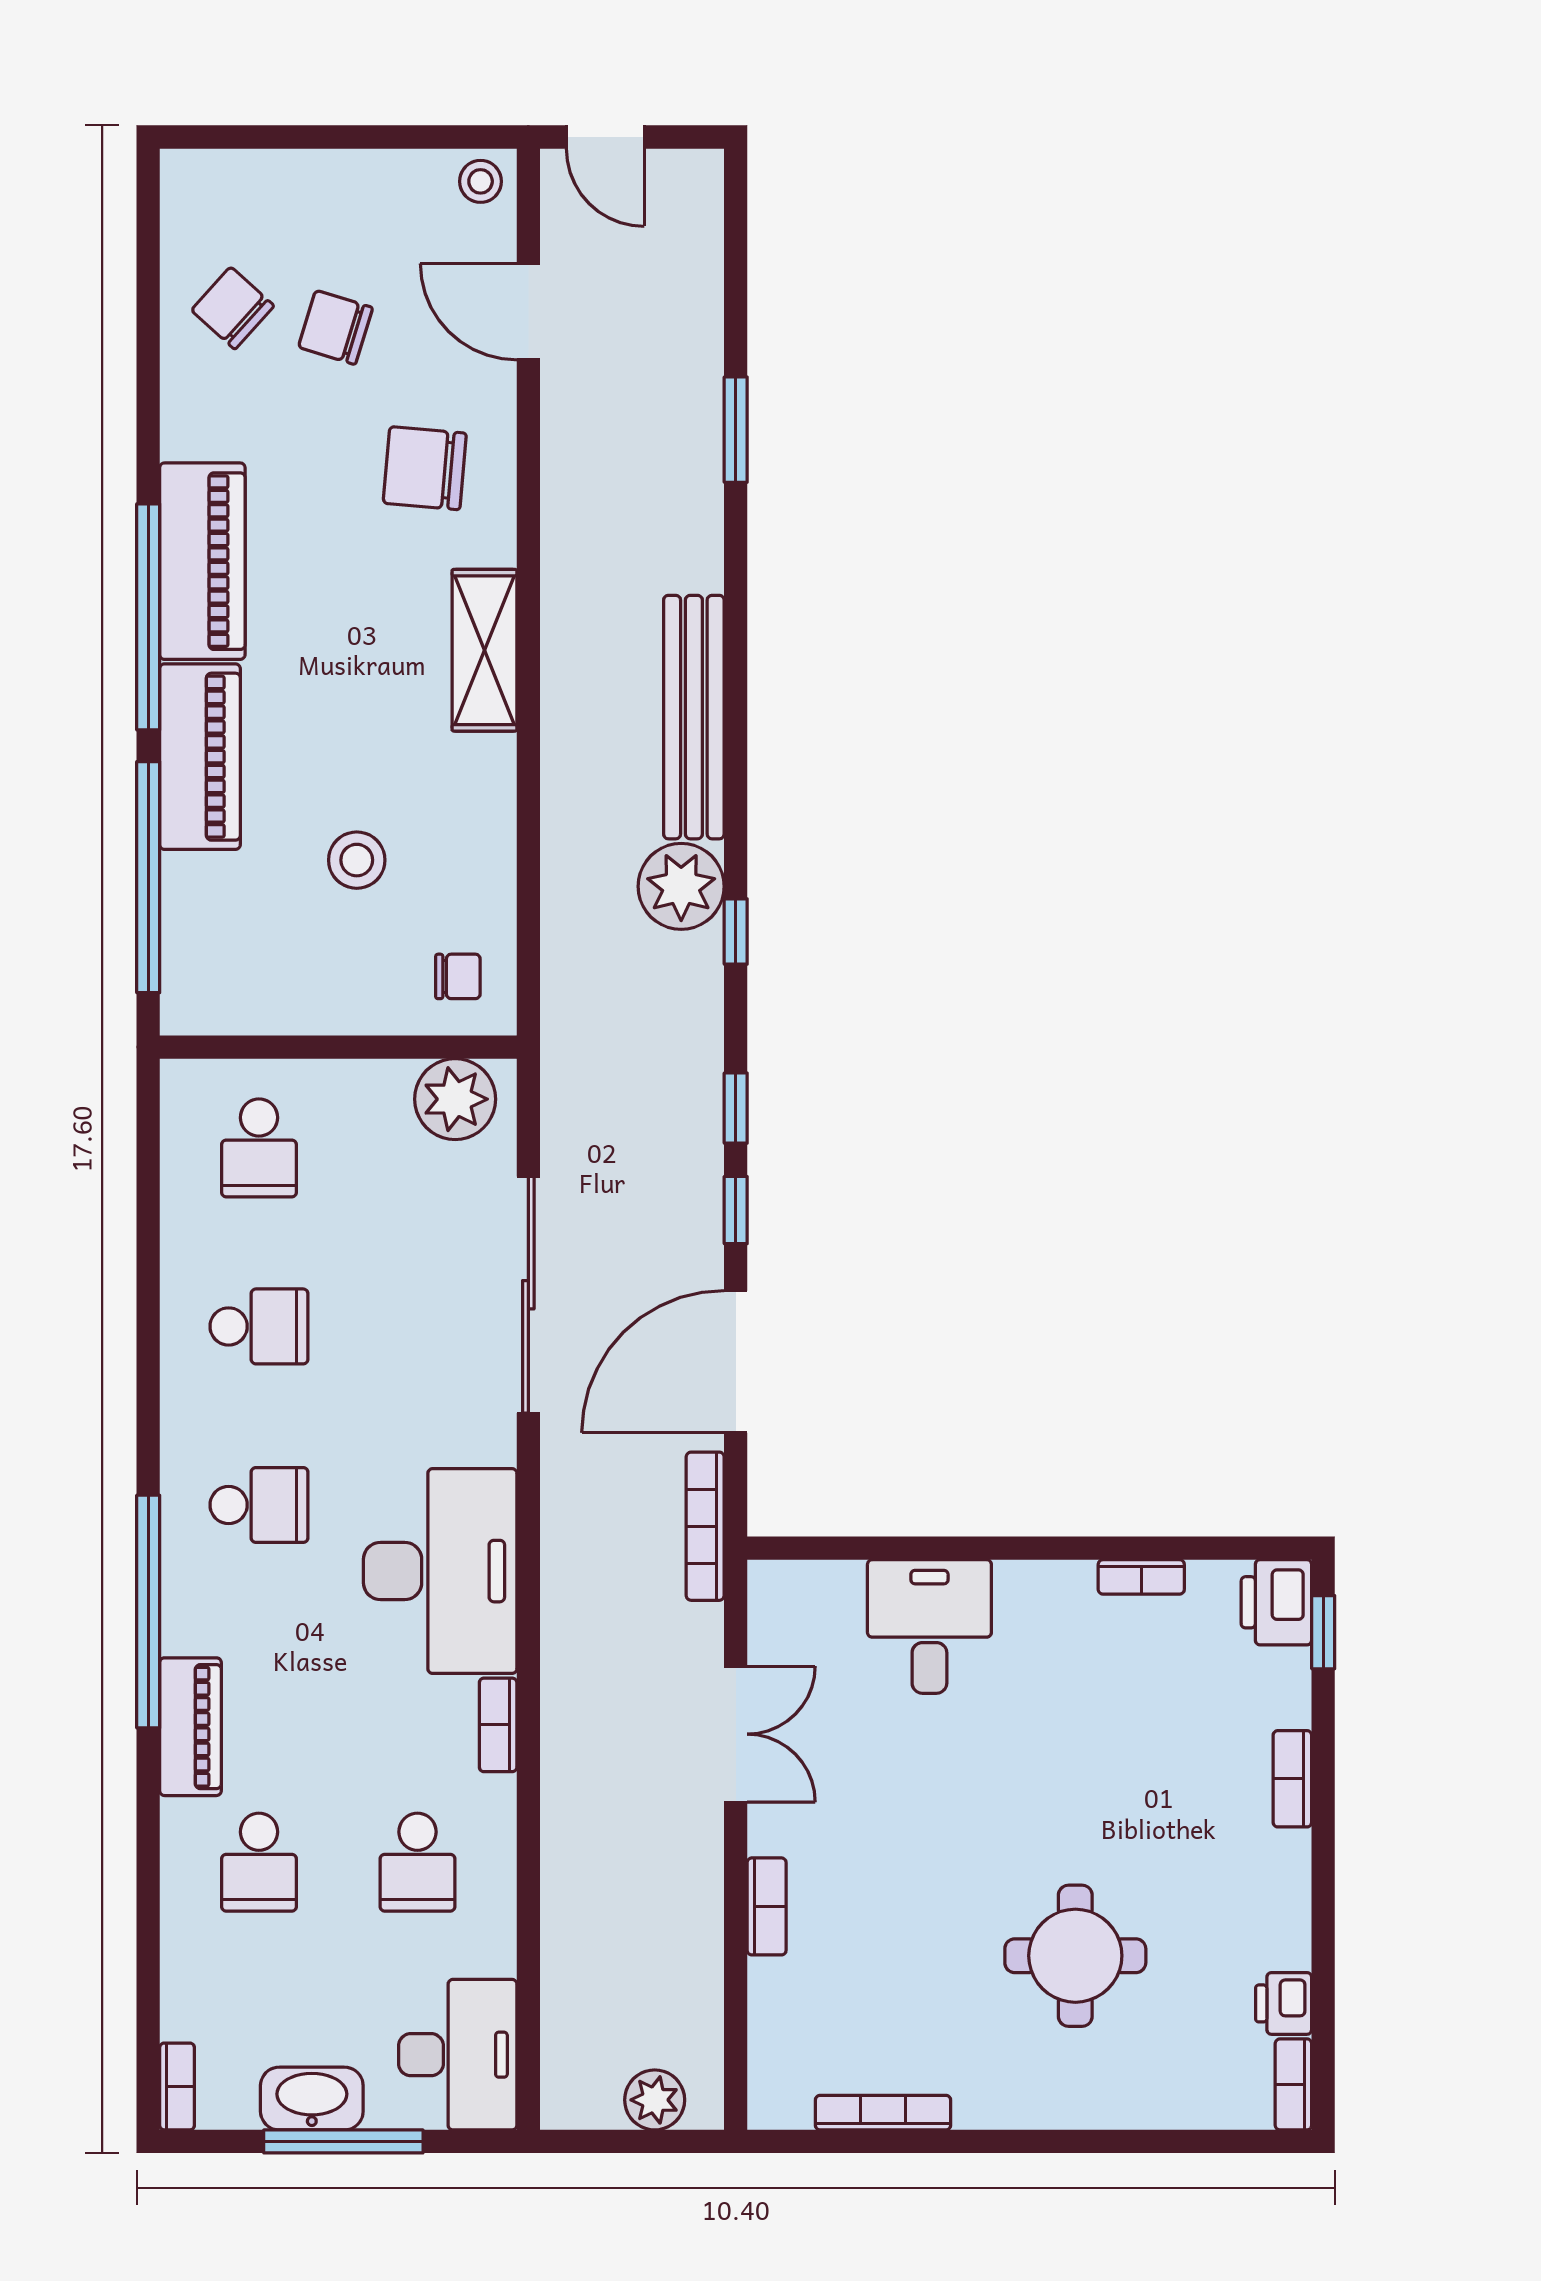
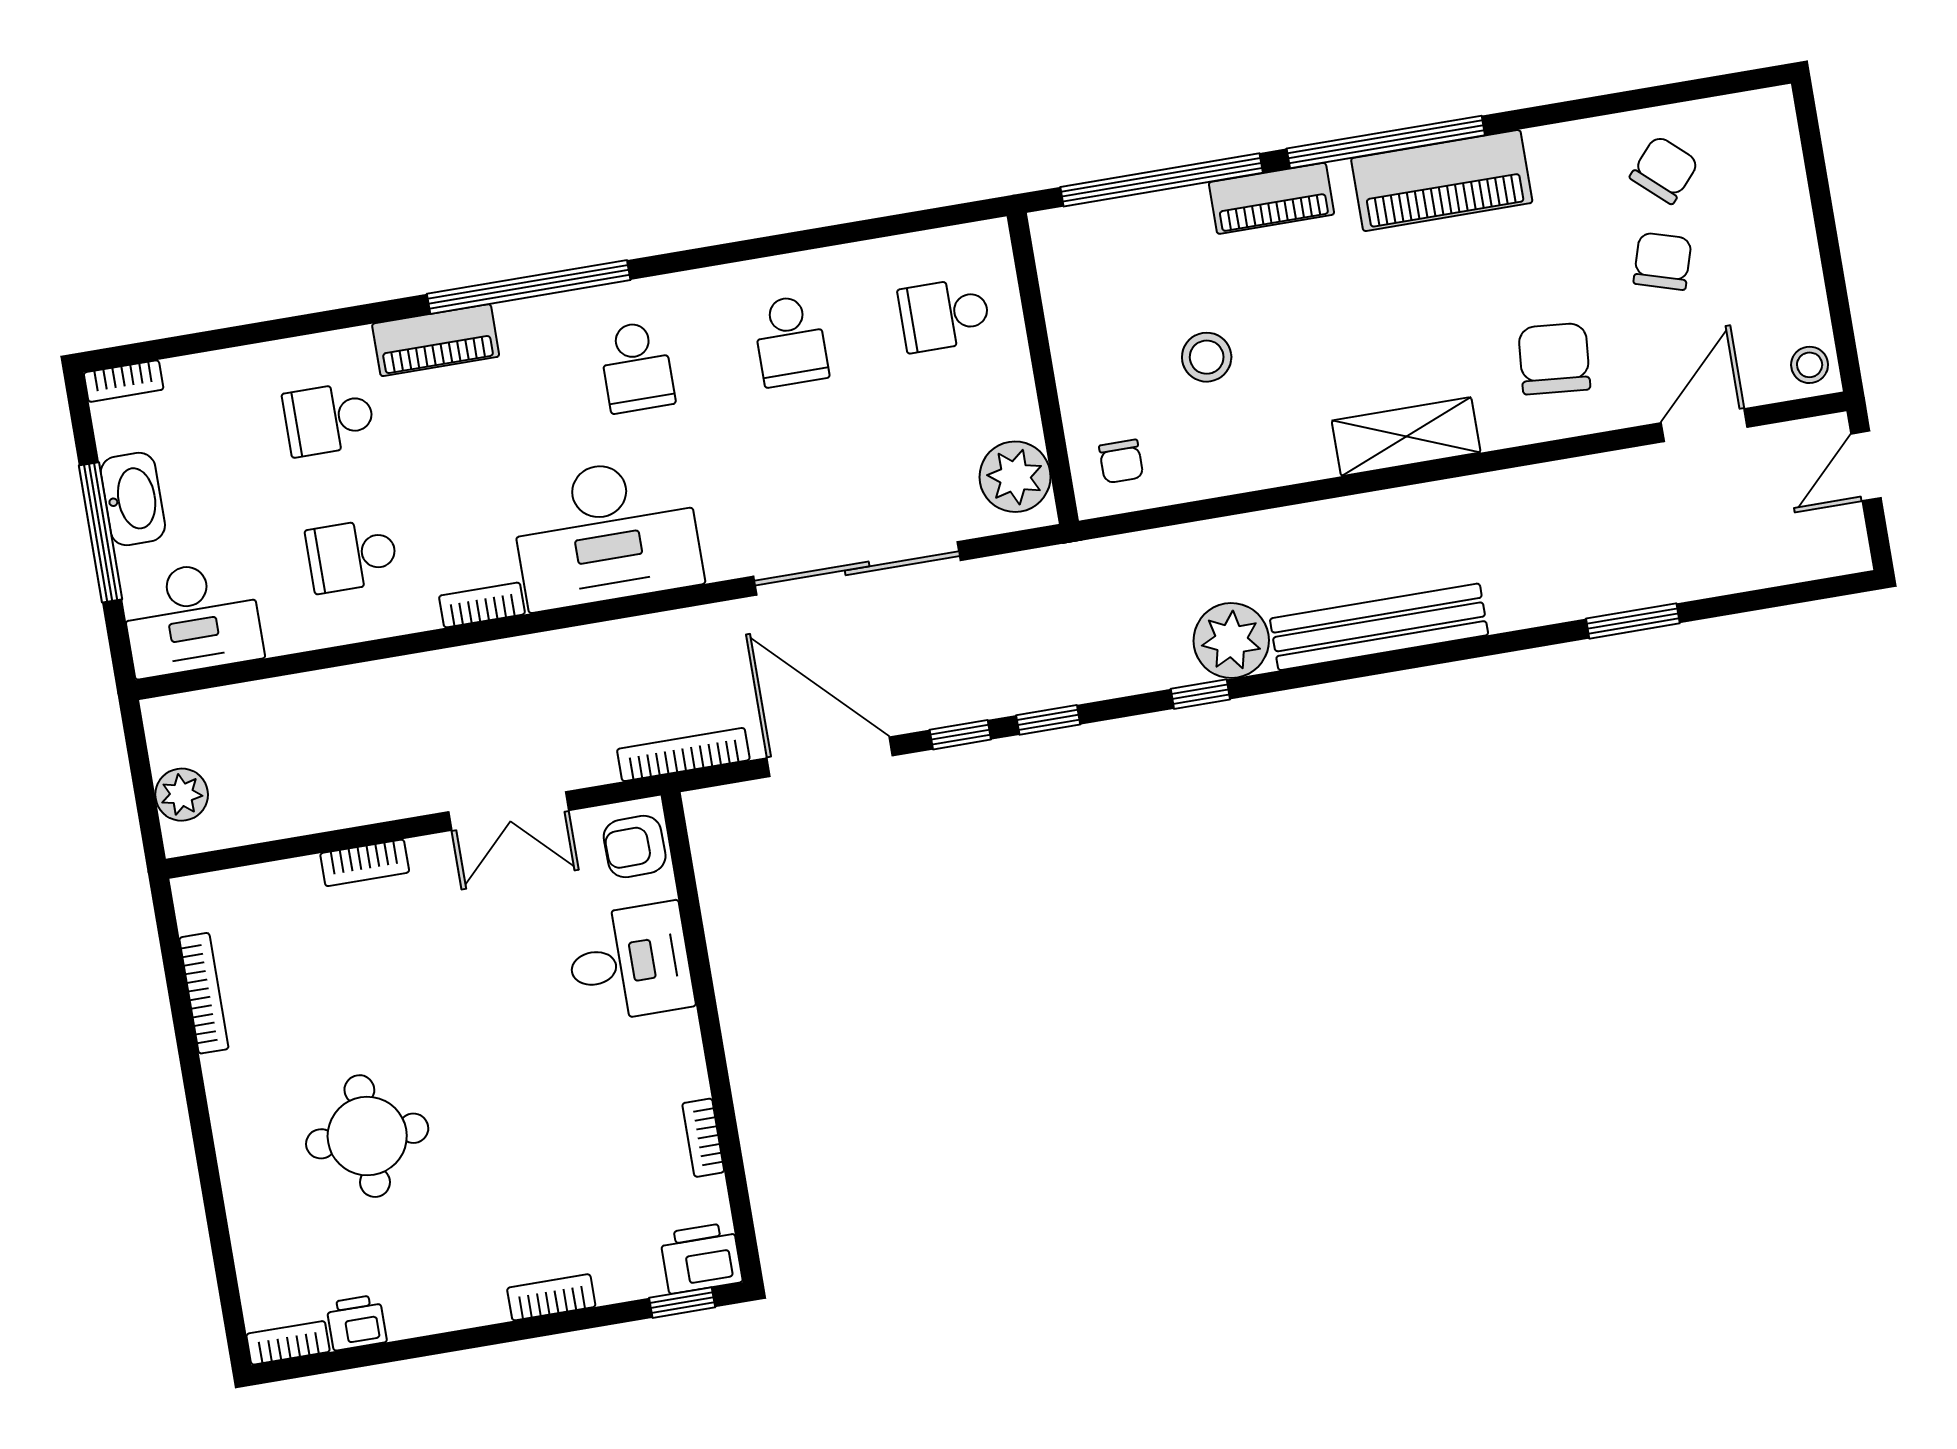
piano: (200, 757) -> (1271, 198), width x0.73, depth x0.75
armchair: (800, 1599) -> (635, 846), added

